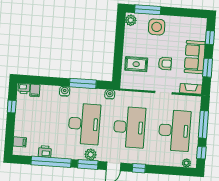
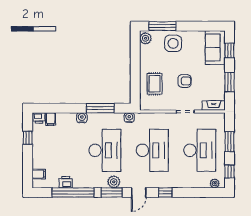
sofa: (195, 57) -> (215, 47), moved
rug: (136, 64) -> (155, 84), turned 90
window: (203, 124) -> (229, 142), width x0.69

